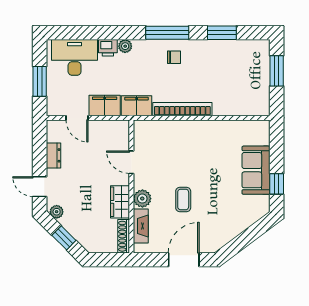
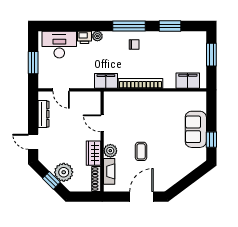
filing cabinet: (105, 105) -> (188, 81), moved
dresser: (53, 155) -> (44, 114), width x1.44
plant: (57, 212) -> (64, 172), moved, width x1.88, depth x1.88

